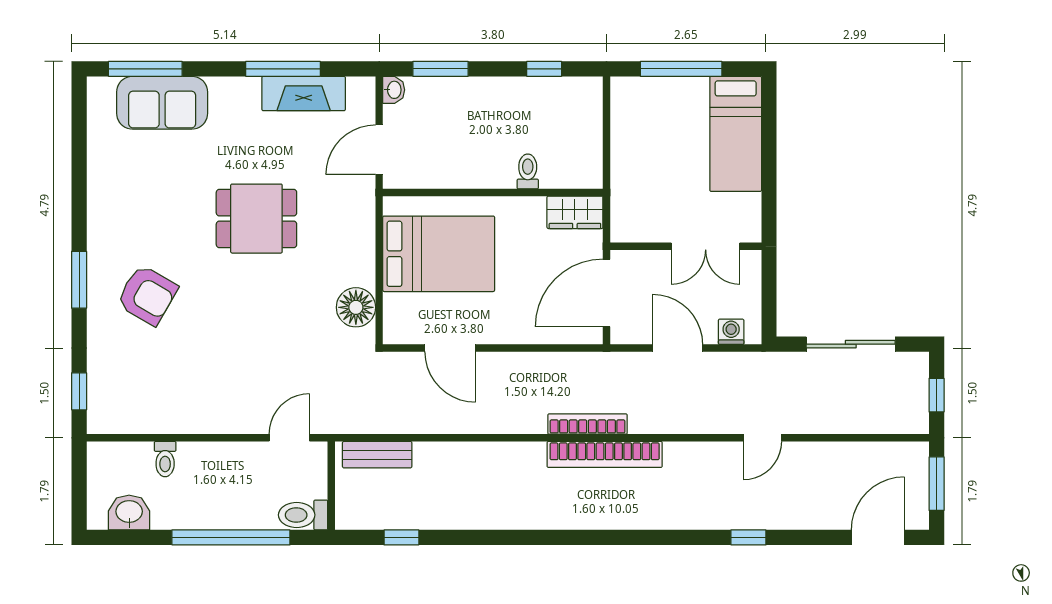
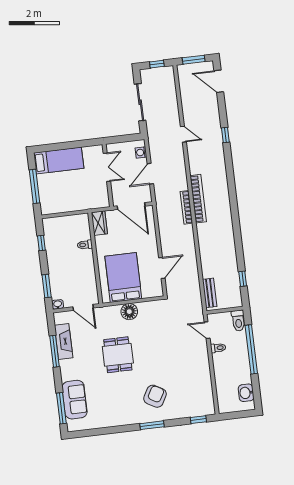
floor lamp: (356, 307) -> (129, 312), moved
toilet: (165, 459) -> (218, 348), moved

